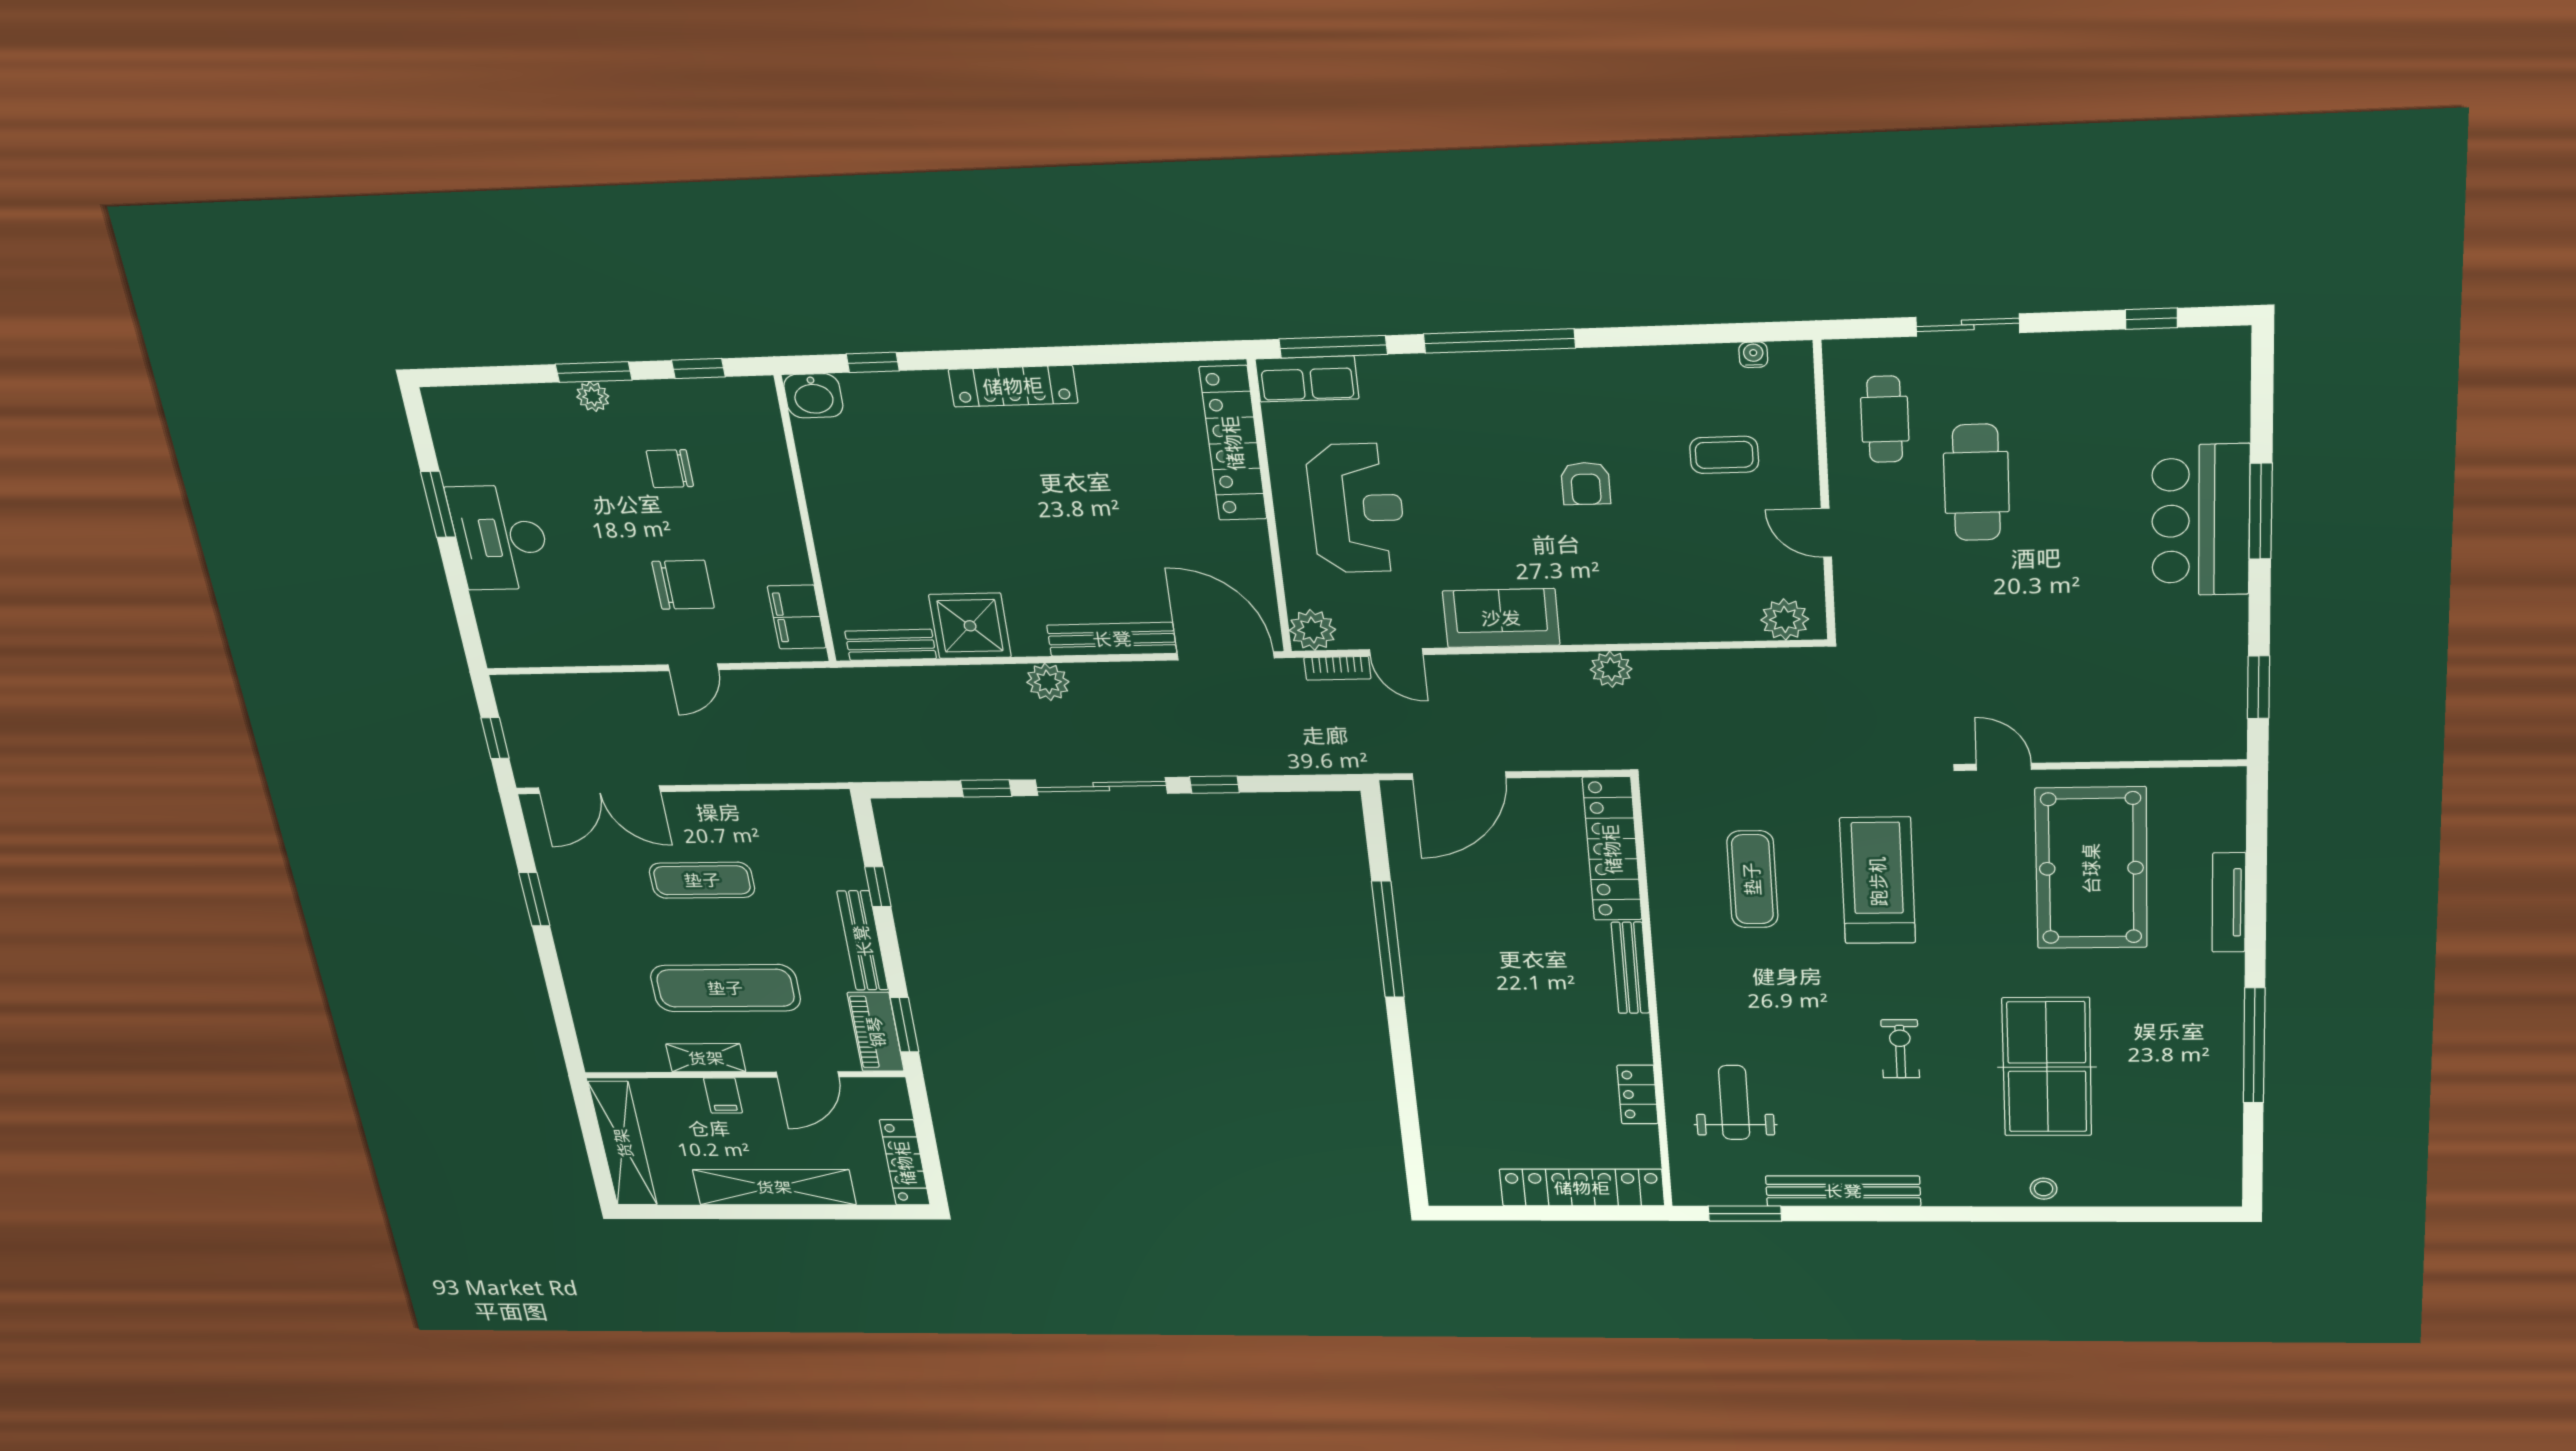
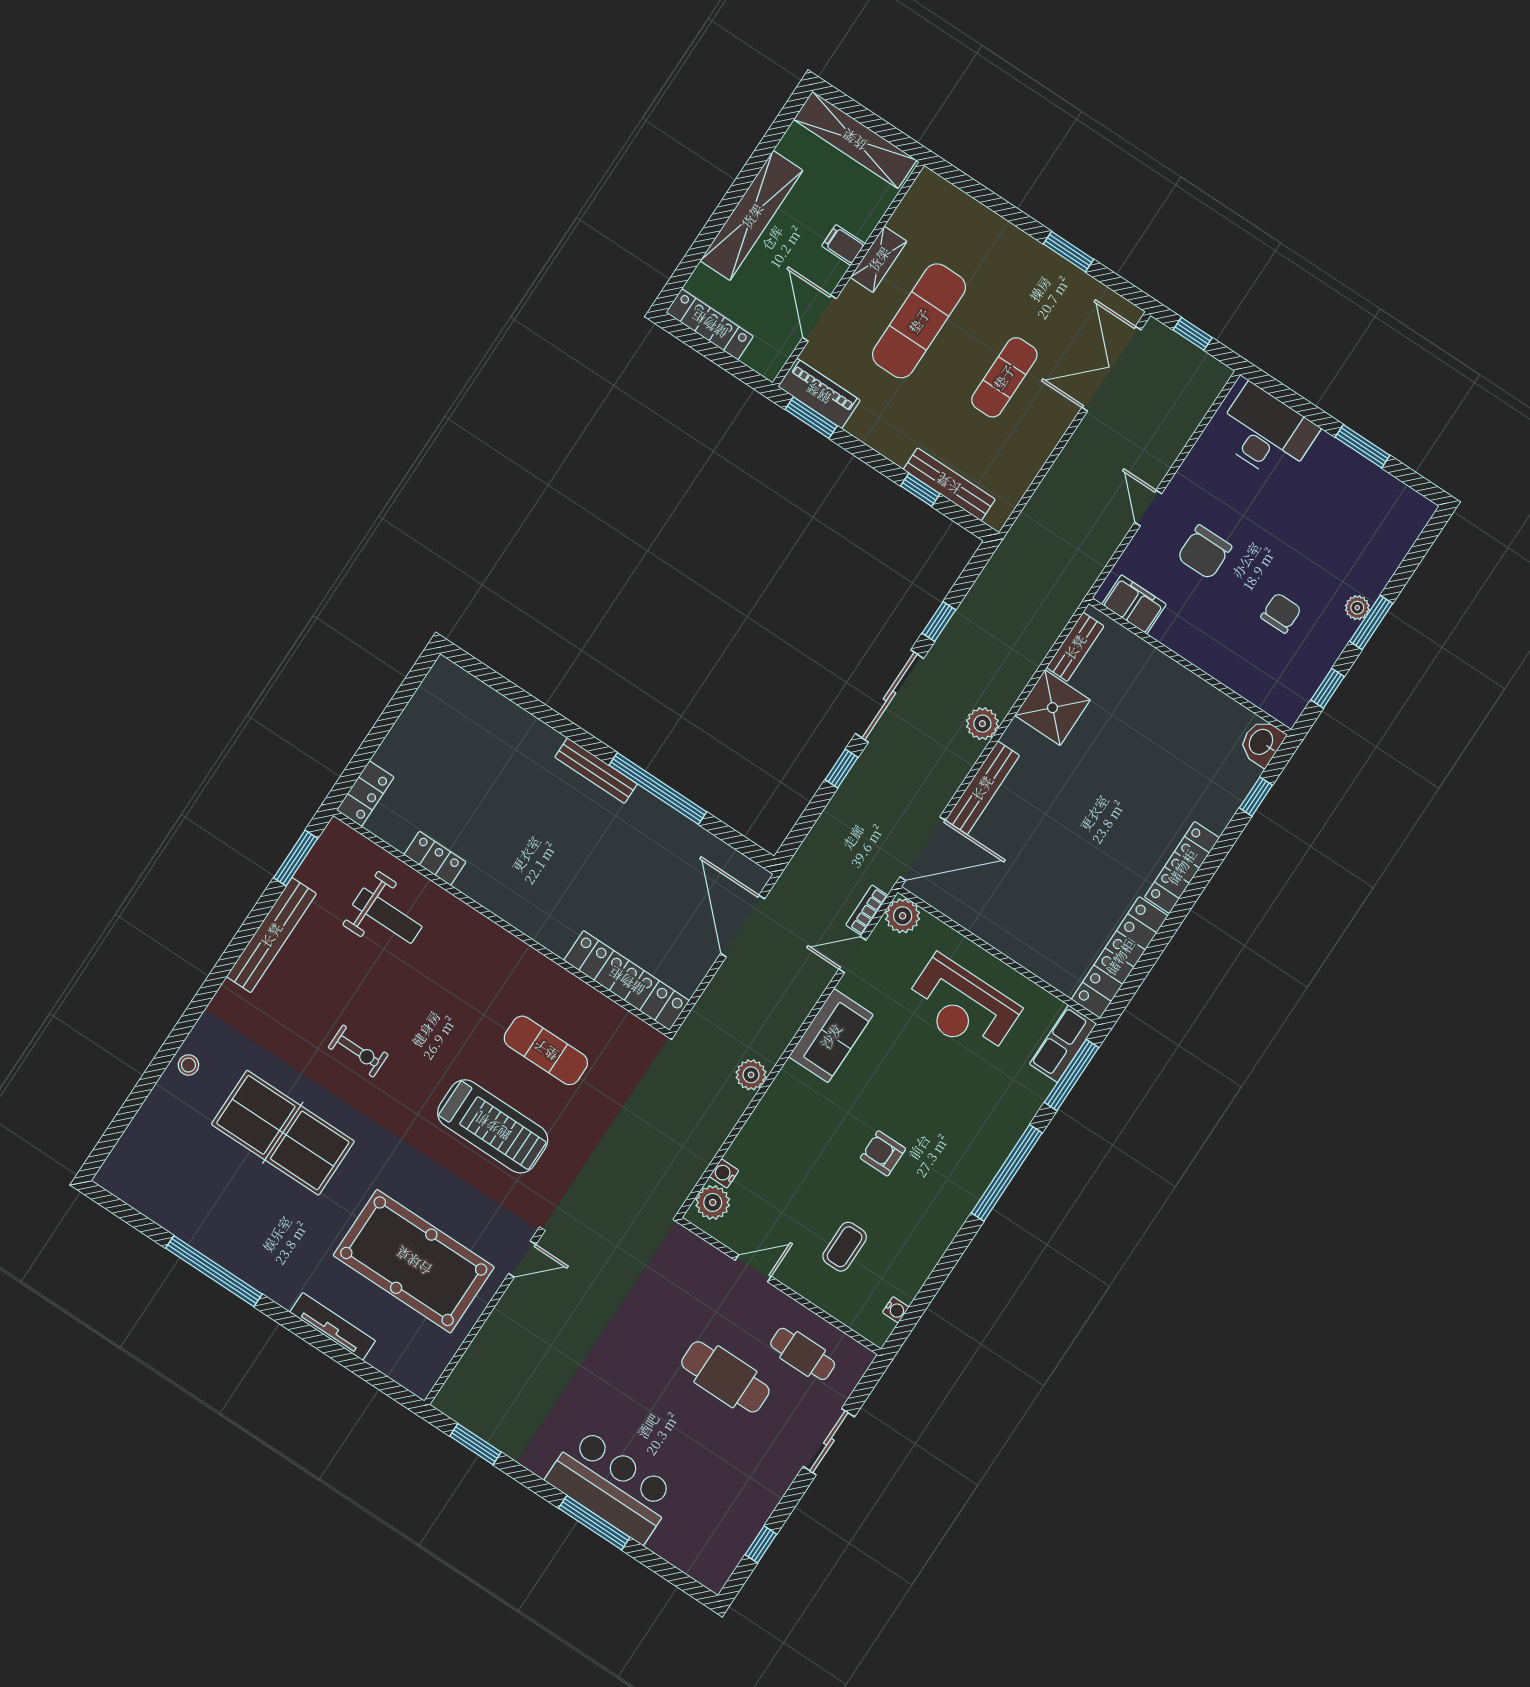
locker: (1233, 443) -> (1120, 957), moved, turned -90
desk: (500, 538) -> (1266, 433), moved
water cooler: (1743, 628) -> (724, 1174), added
bench: (863, 941) -> (949, 484), moved
bench: (1630, 968) -> (596, 771), moved
locker: (1582, 1188) -> (365, 794), width x0.46, depth x0.83

